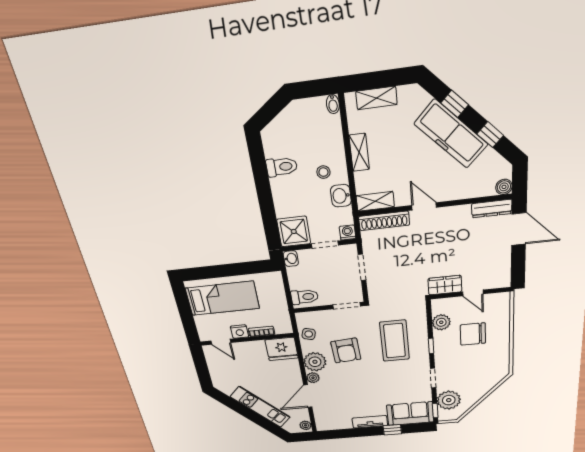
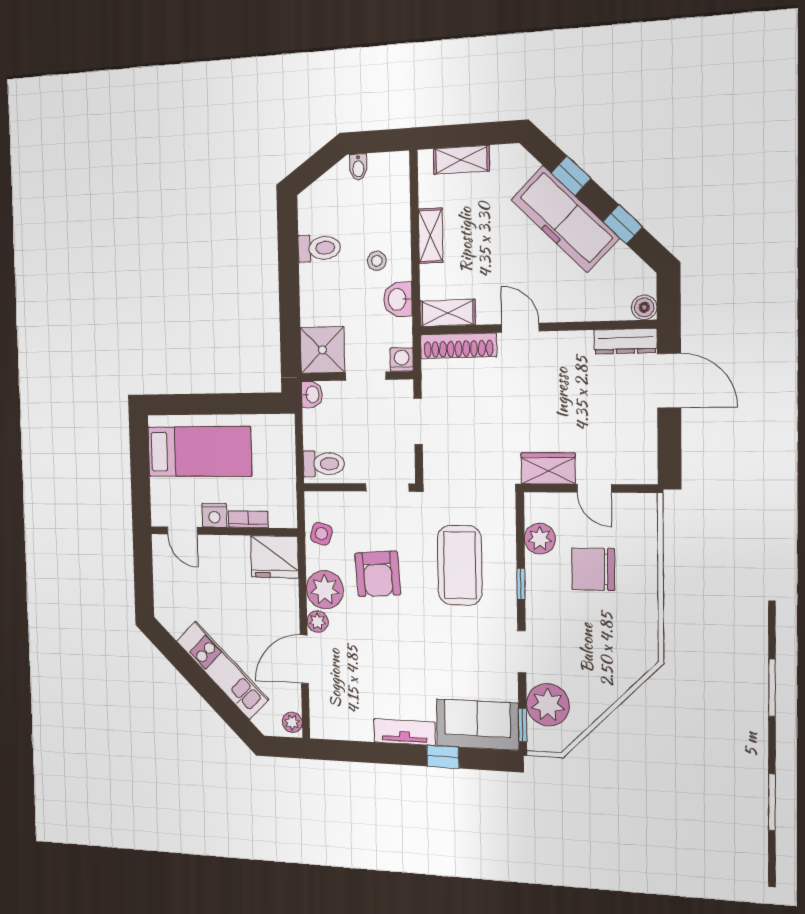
bidet: (333, 104) -> (358, 167), moved

